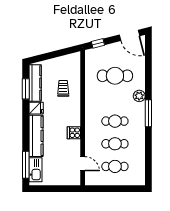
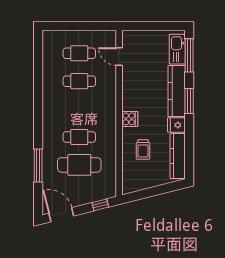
window: (26, 89) -> (189, 101), moved
plant: (139, 96) -> (49, 140), removed
window: (148, 113) -> (38, 166), moved
cafe table: (115, 121) -> (79, 137), moved
cooker: (74, 133) -> (130, 119), moved

